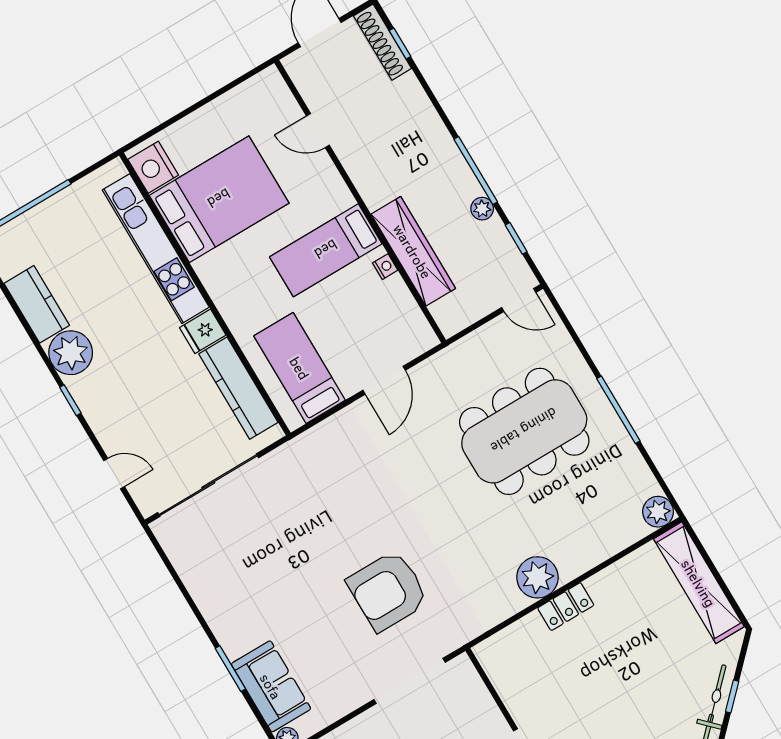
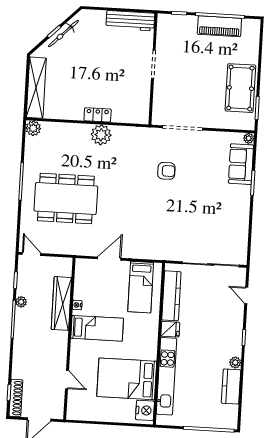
plant: (71, 353) -> (235, 362), width x0.53, depth x0.53
armchair: (388, 591) -> (166, 171), width x0.53, depth x0.53

